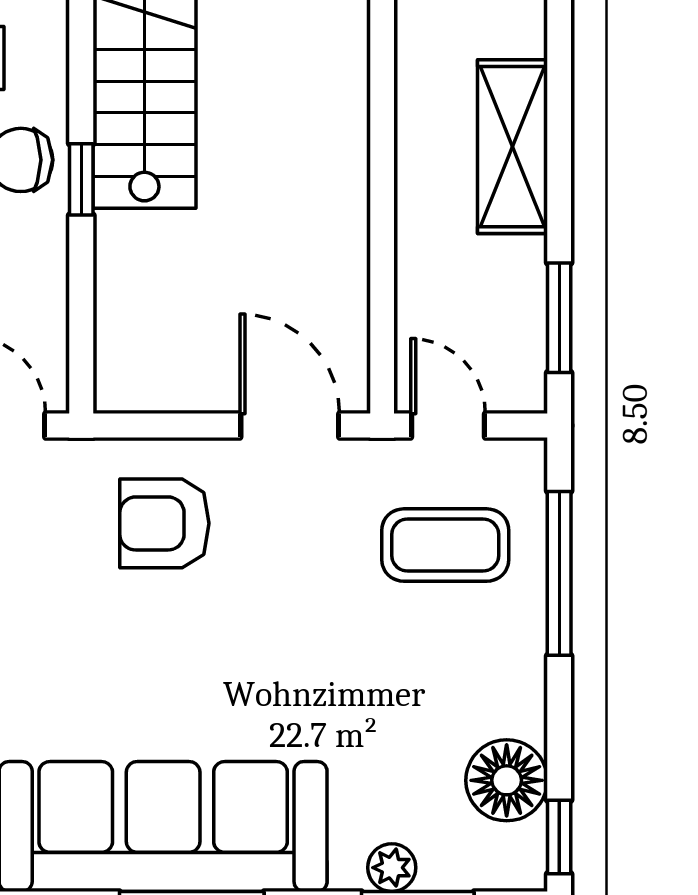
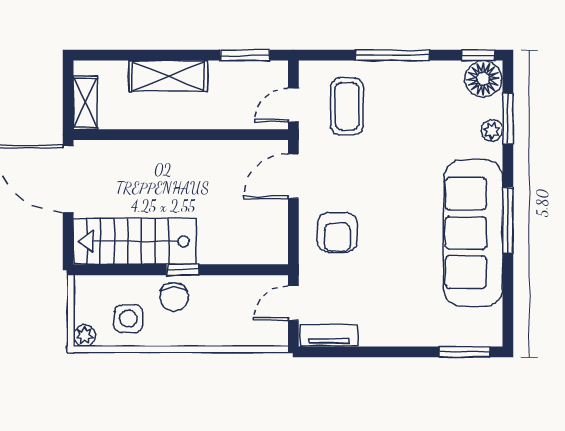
window: (559, 573) -> (392, 55), moved
floor lamp: (507, 780) -> (483, 79), moved

